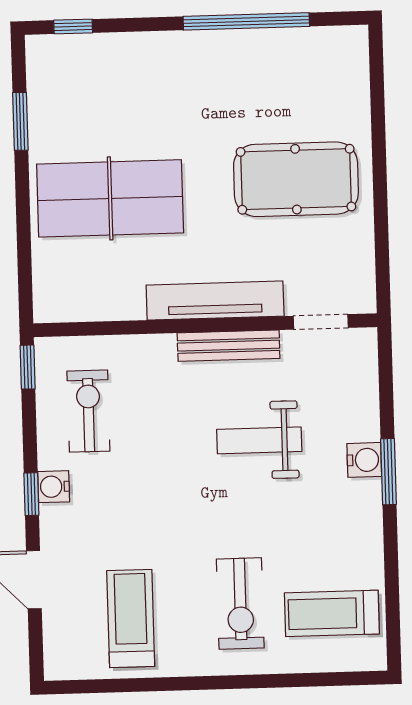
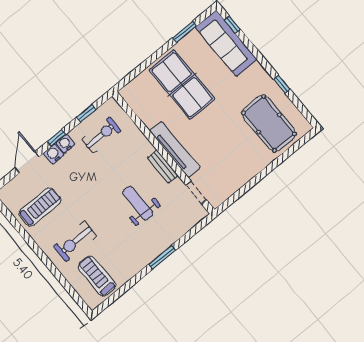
window: (246, 21) -> (282, 84), width x0.32
sofa: (98, 63) -> (226, 43), added
pool table: (296, 179) -> (269, 123), moved
bench: (229, 346) -> (163, 167), width x0.73
window: (28, 367) -> (86, 113), moved
water cooler: (364, 460) -> (54, 154), moved, turned 180

